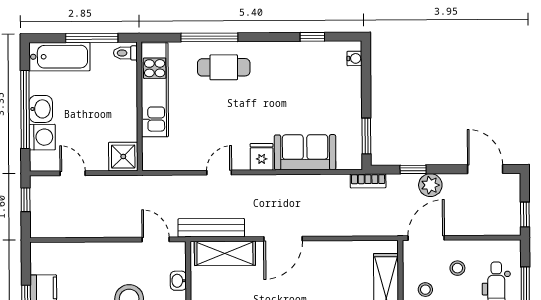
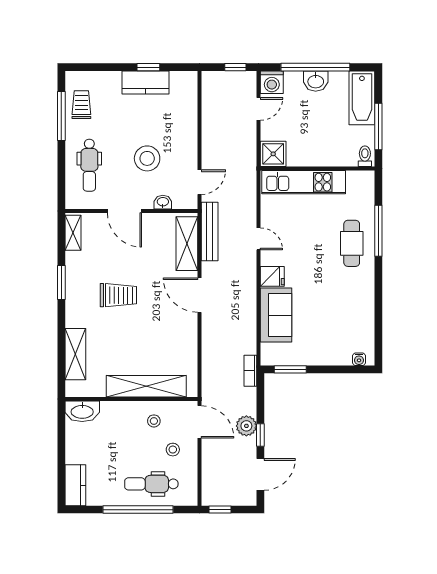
window: (312, 37) -> (378, 322), removed
kitchen unit: (155, 90) -> (304, 182), moved
washing machine: (42, 137) -> (272, 82), moved
window: (413, 169) -> (260, 435), moved

